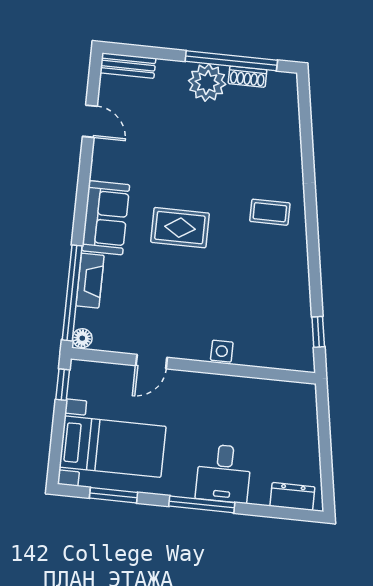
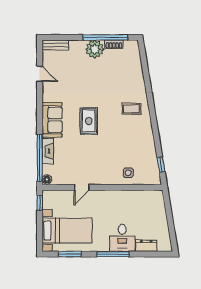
rug: (180, 228) -> (89, 121), turned 90
side table: (222, 351) -> (128, 173), moved
dresser: (292, 496) -> (146, 246), moved

